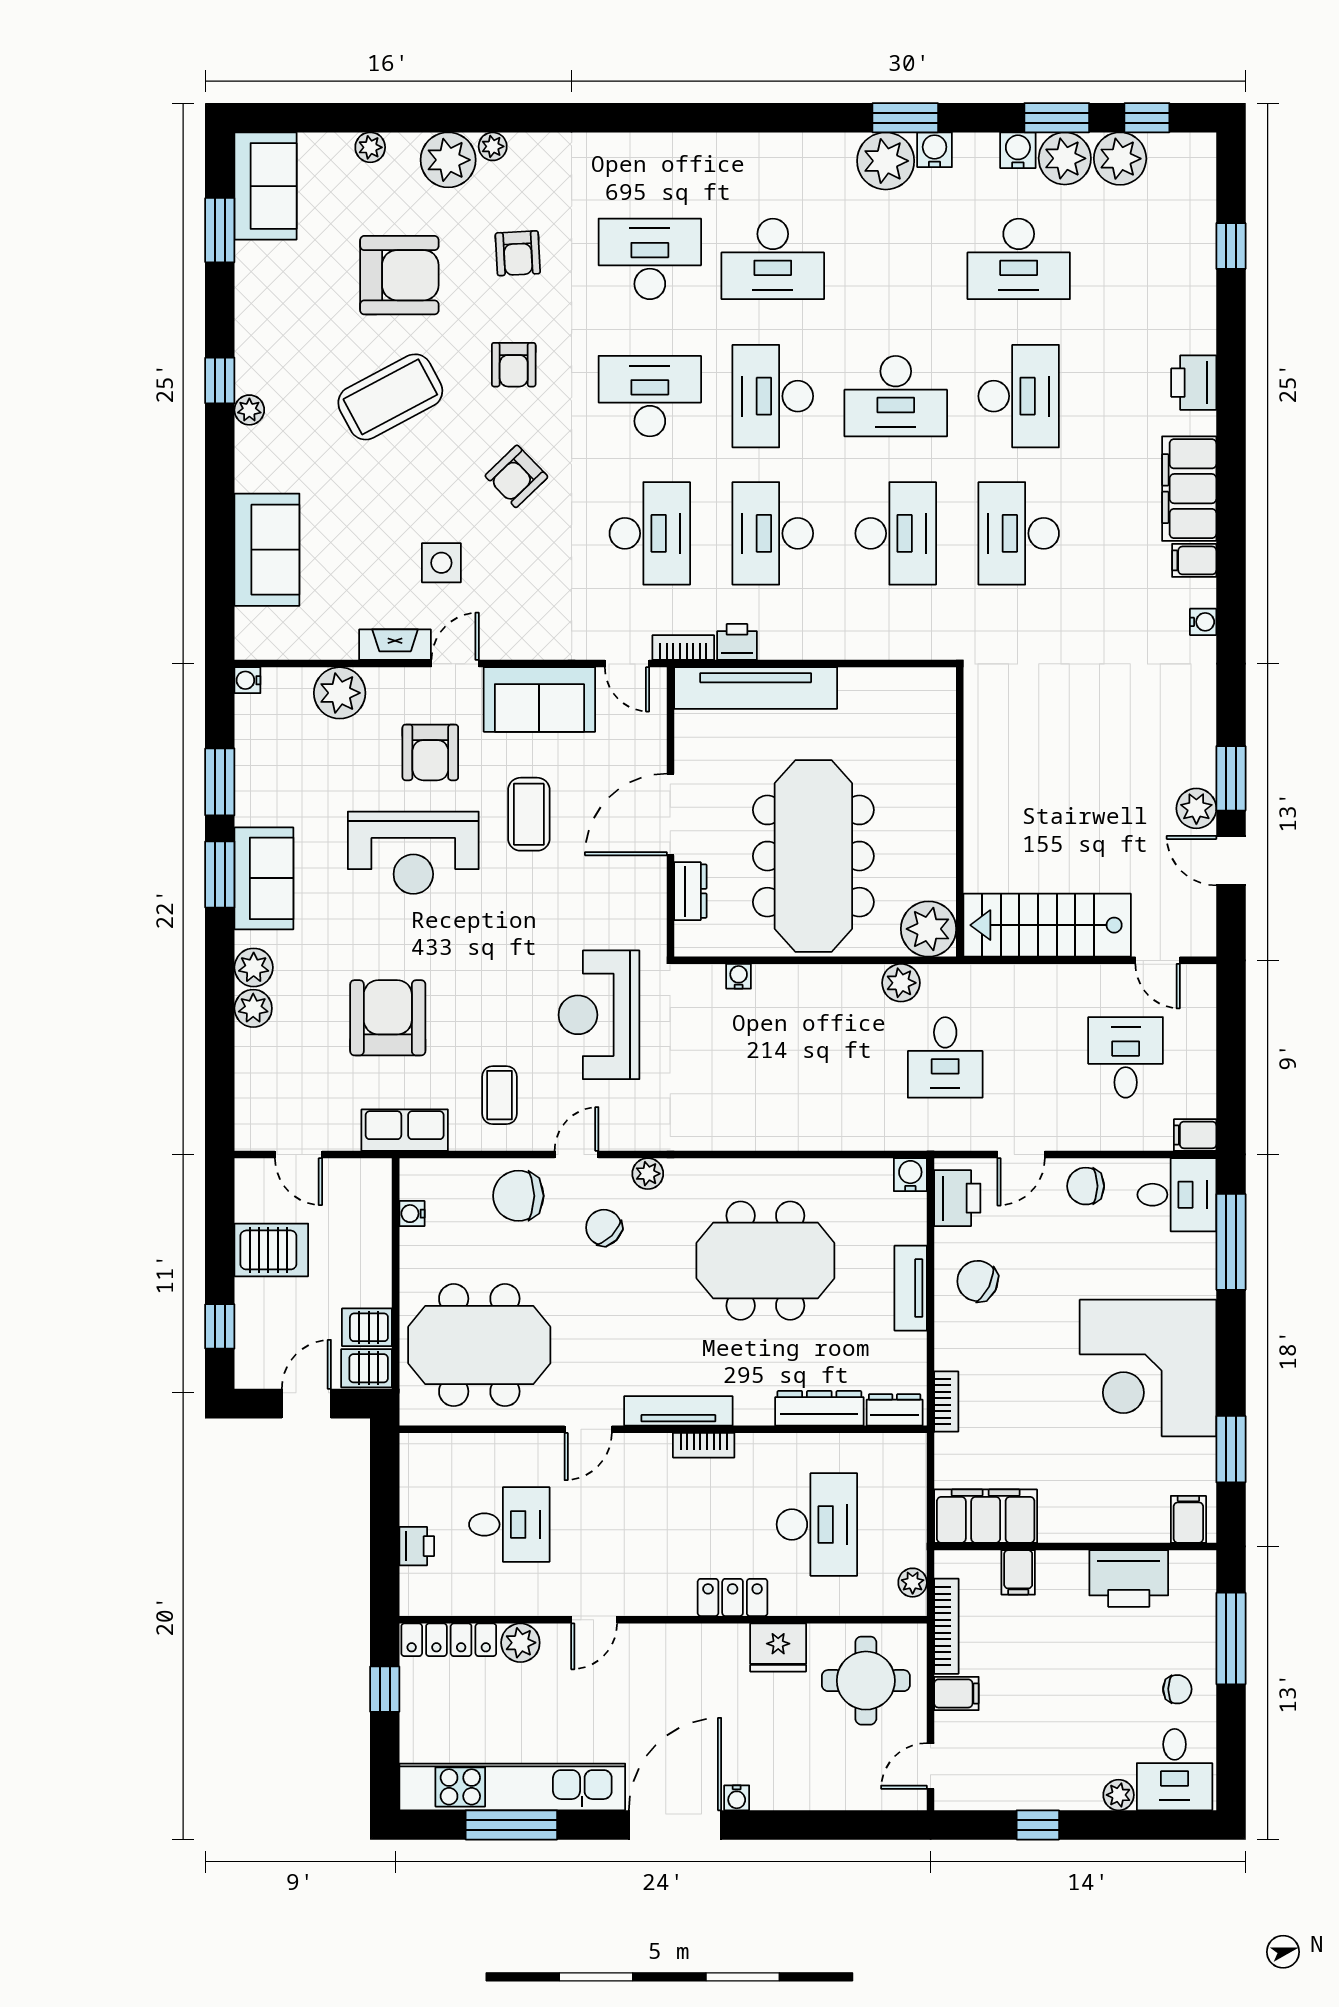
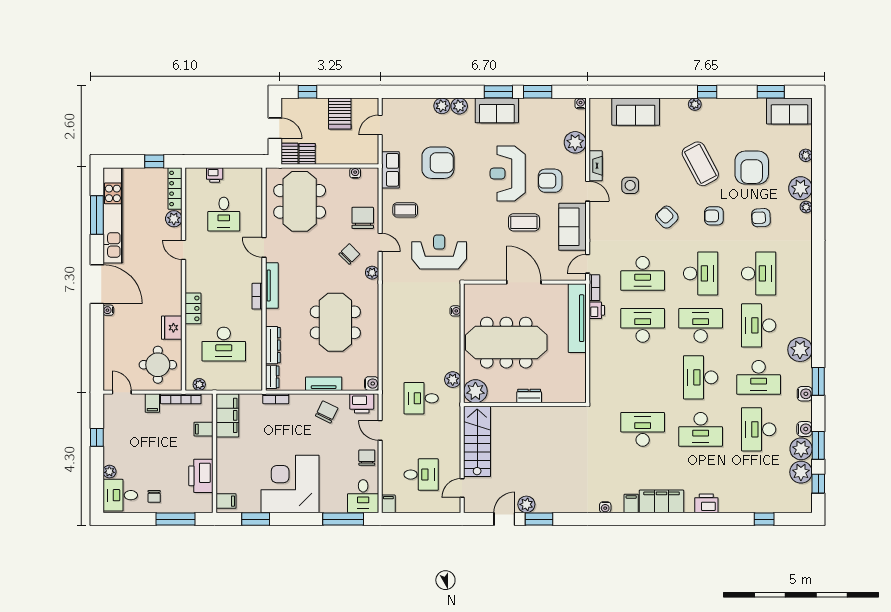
plant: (886, 161) -> (800, 350), moved
desk: (896, 533) -> (759, 377), moved
dresser: (690, 891) -> (529, 396), moved, turned 180

